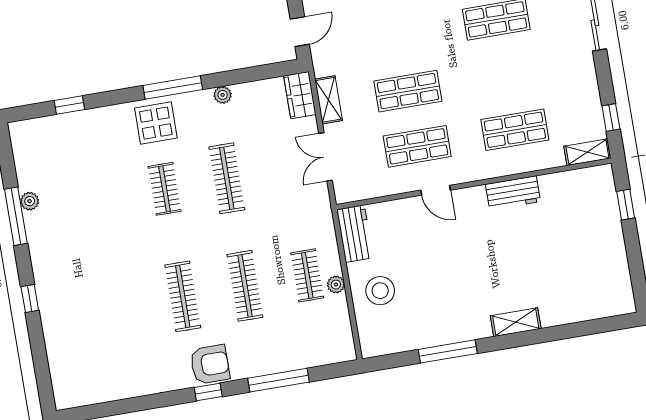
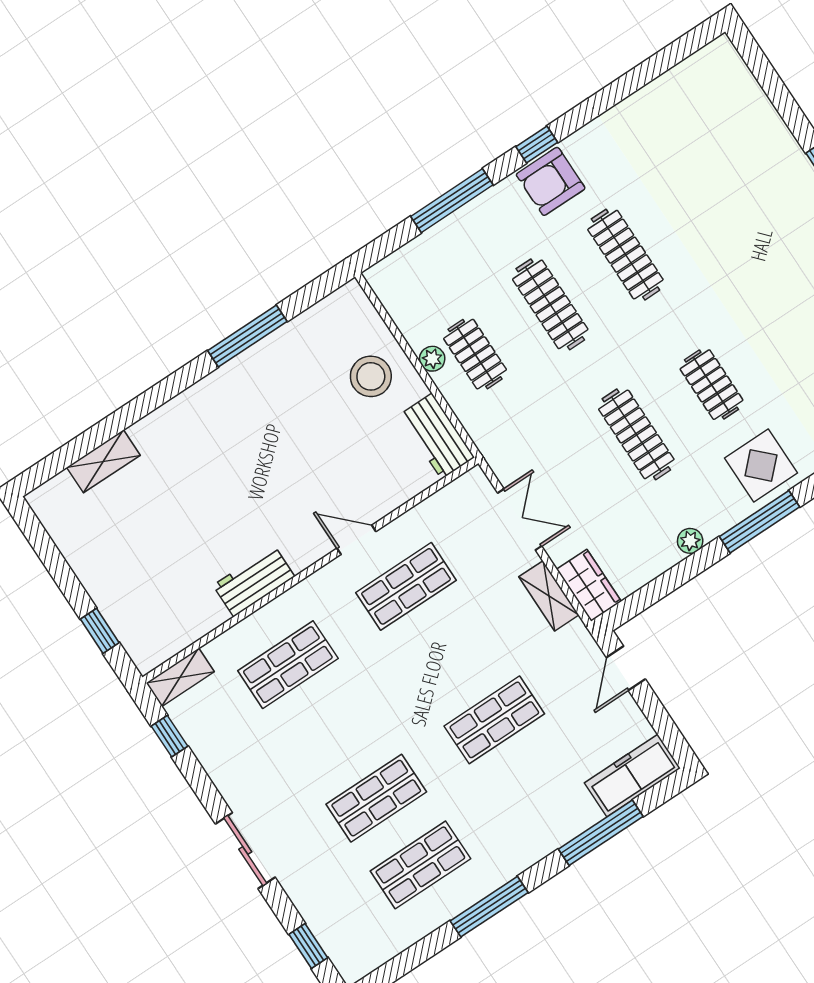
shop shelf: (408, 91) -> (494, 720), moved
shelving: (516, 322) -> (103, 461), moved

